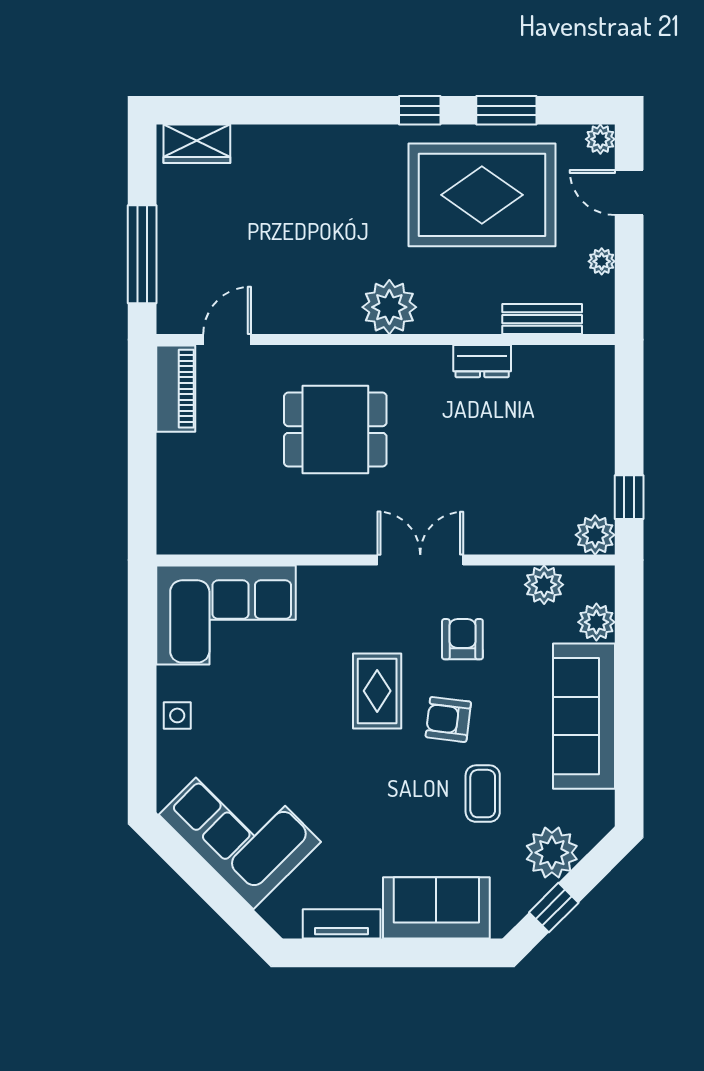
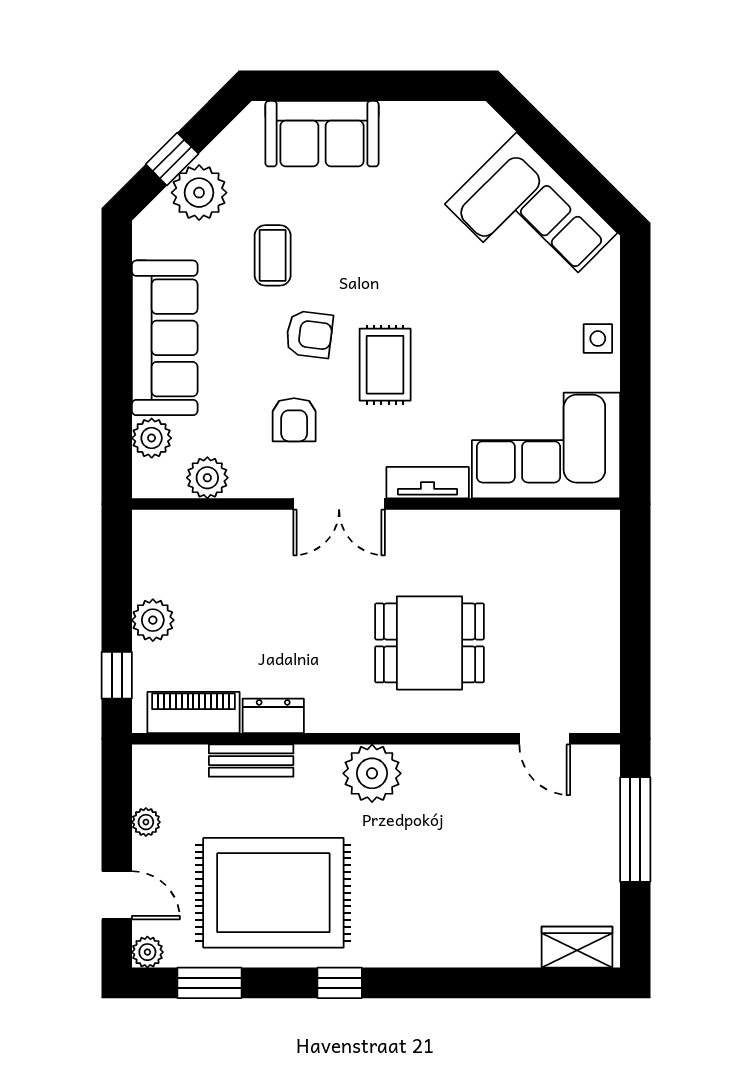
window: (506, 110) -> (209, 983), moved
bench: (542, 319) -> (251, 761), moved
door: (227, 340) -> (545, 739), hinge flipped
piano: (176, 389) -> (193, 712), moved, turned 90
window: (629, 497) -> (117, 675), moved
plant: (595, 535) -> (153, 620), moved
window: (554, 908) -> (172, 159), moved
tv unit: (342, 924) -> (428, 483), moved, turned 180

